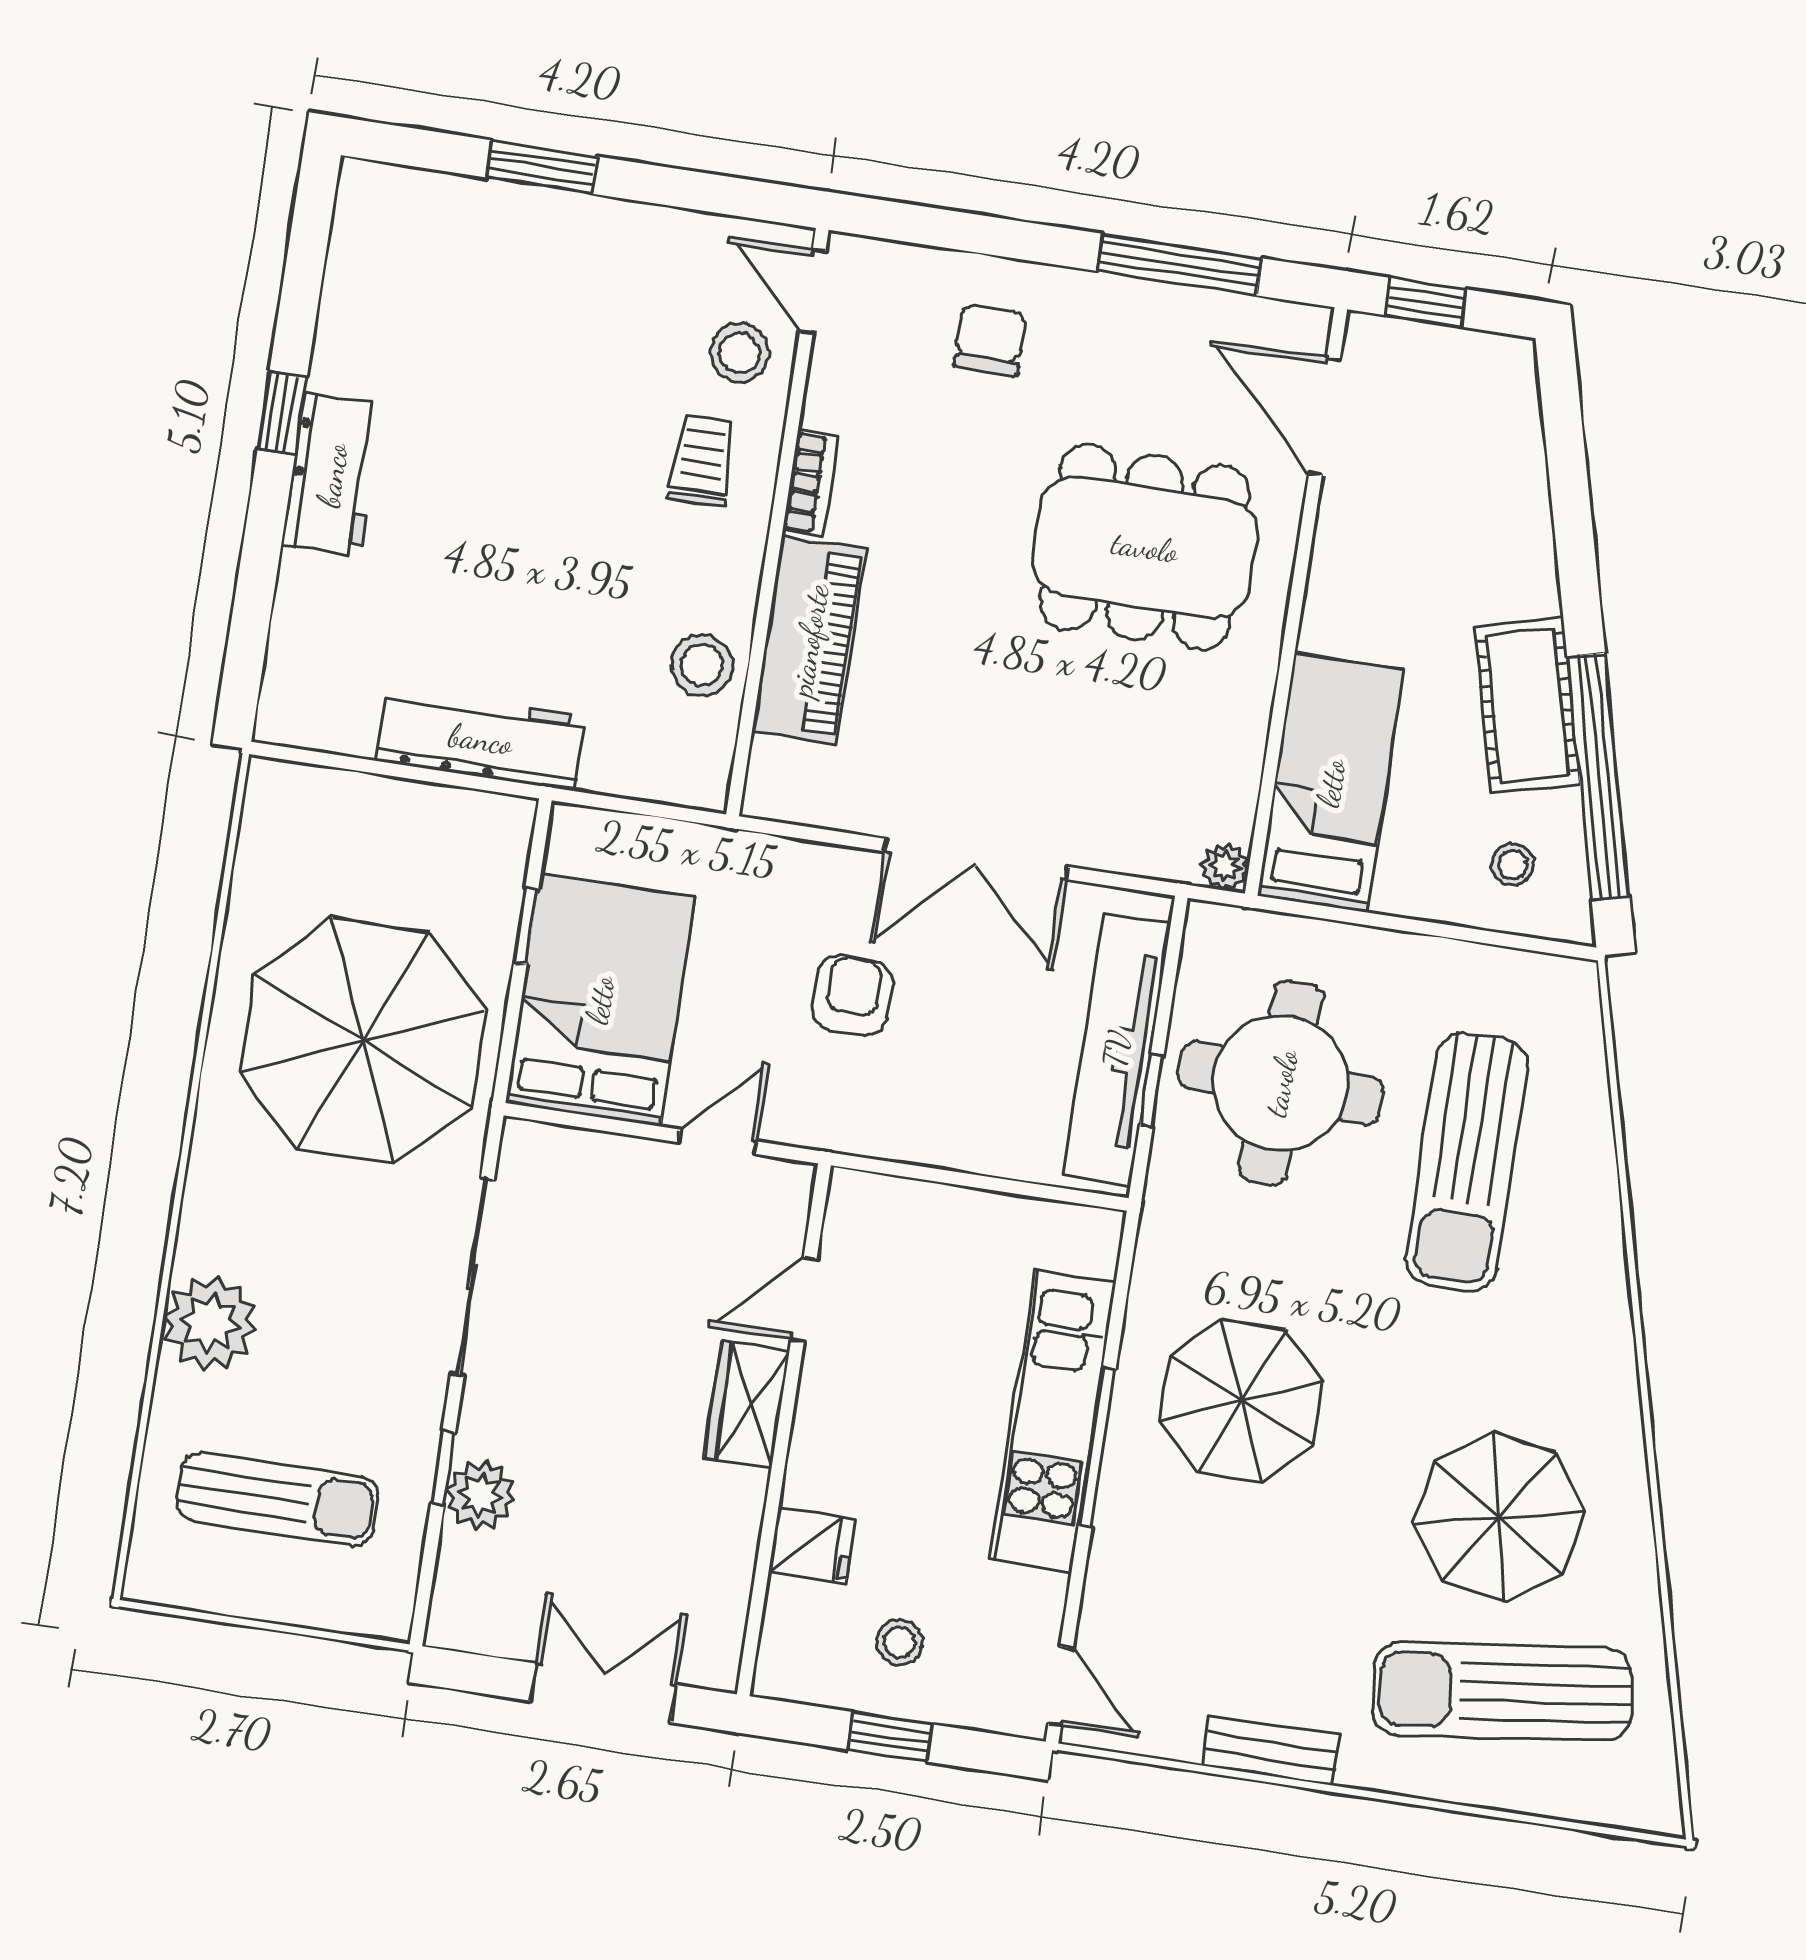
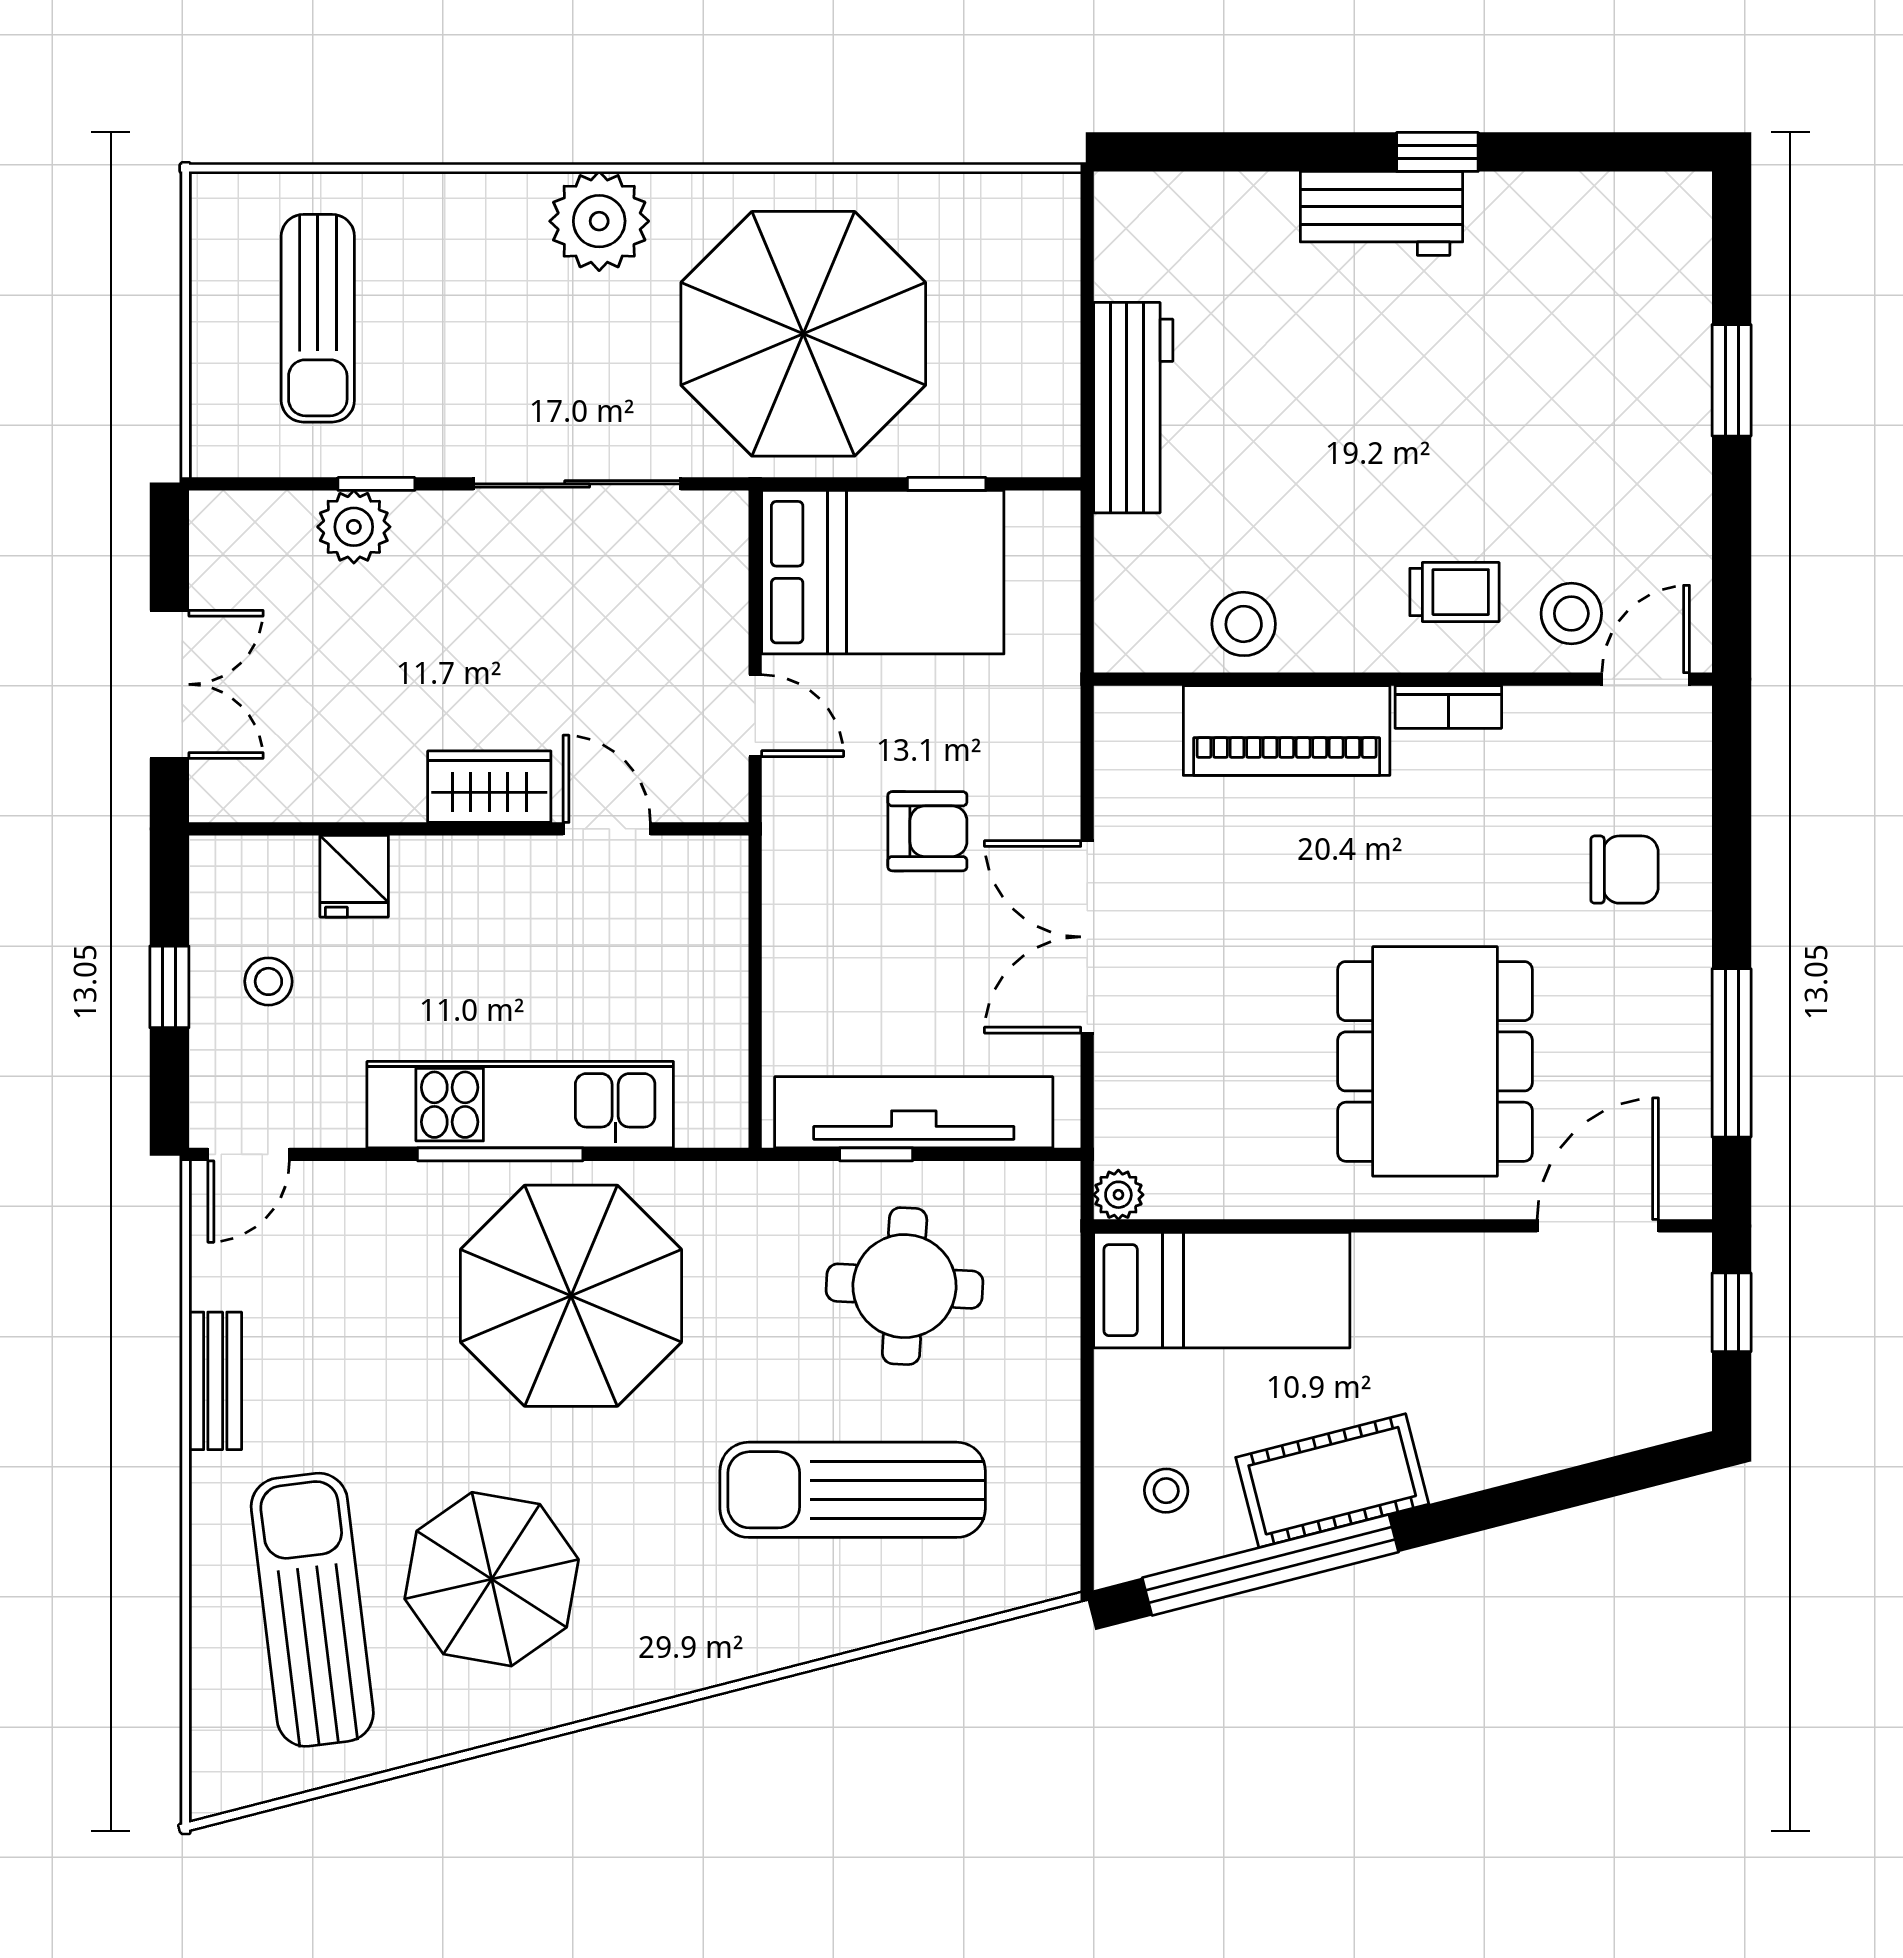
round table: (1281, 1083) -> (905, 1286), width x0.73, depth x0.73
plant: (210, 1323) -> (599, 221), moved
parasol: (1242, 1401) -> (571, 1296), width x1.36, depth x1.36

